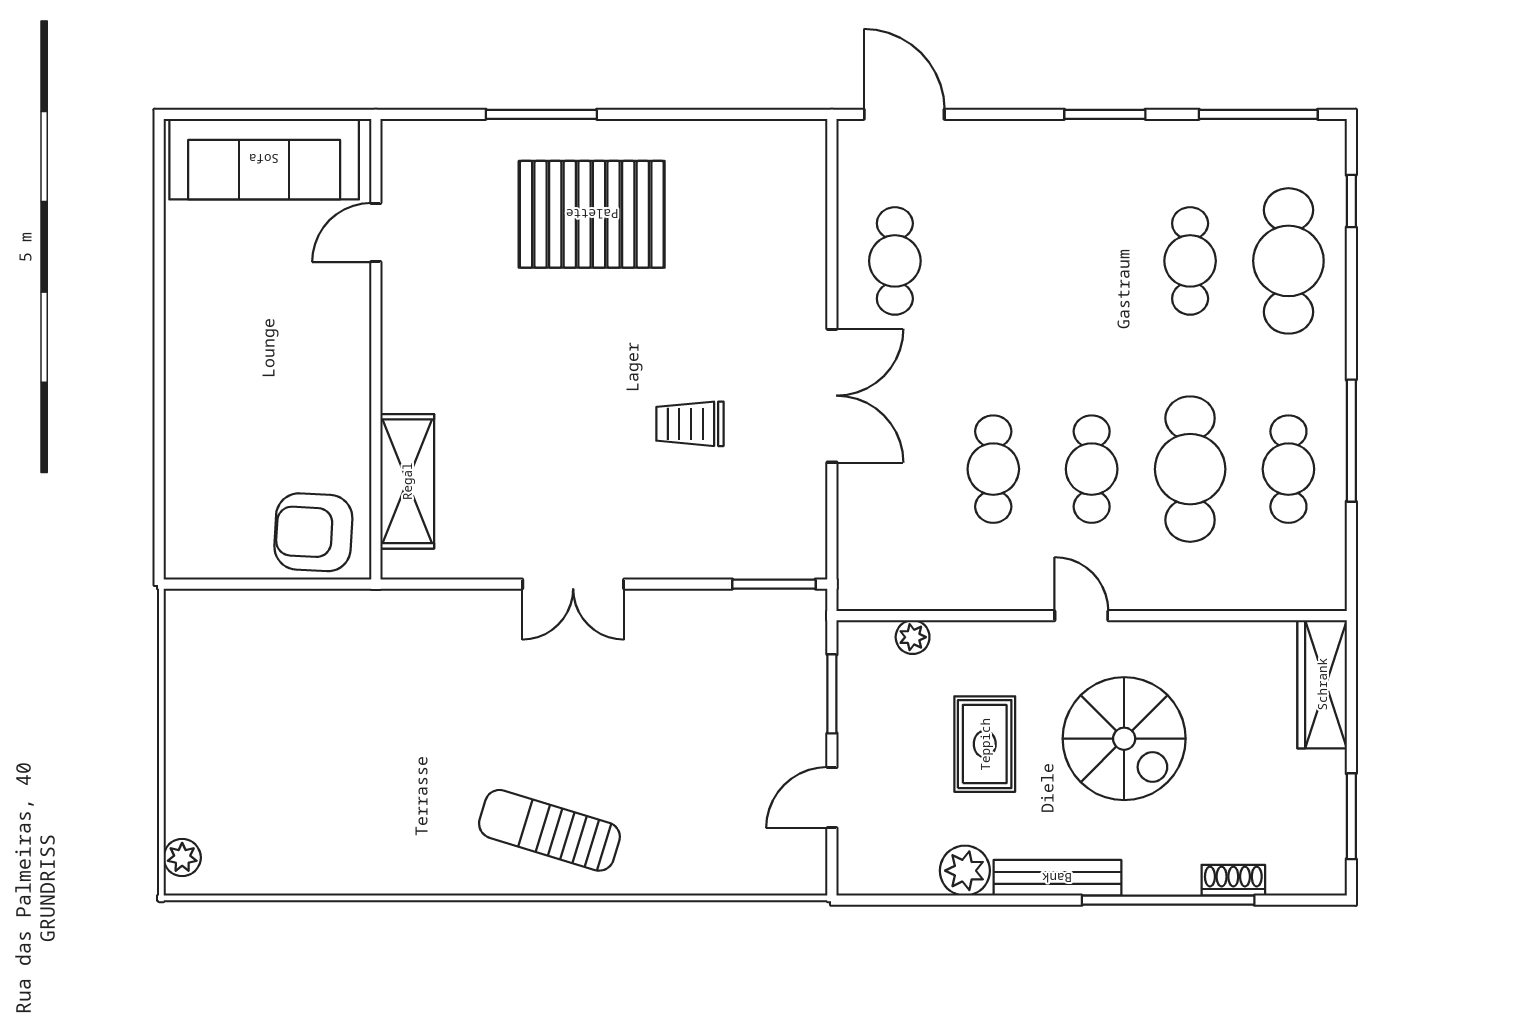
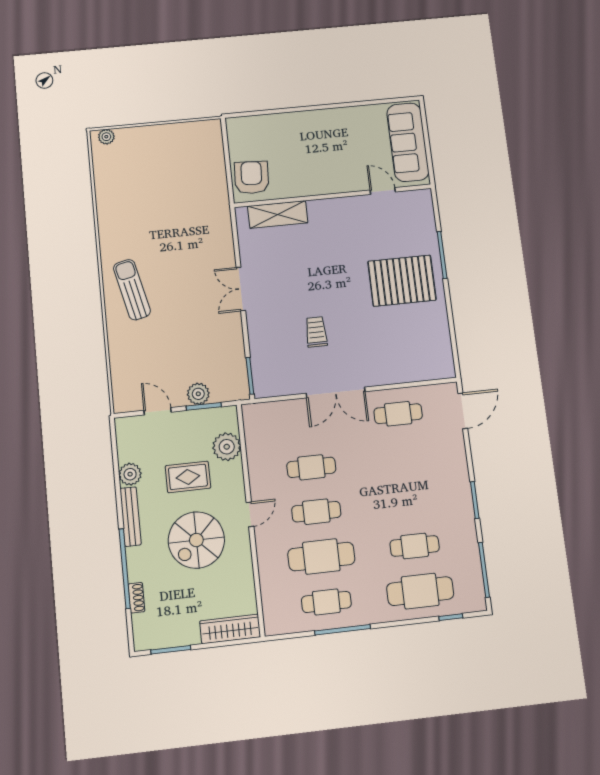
pallet: (592, 214) -> (402, 281), turned 90
plant: (913, 637) -> (227, 447), width x1.88, depth x1.88
plant: (802, 703) -> (198, 394), added
sun lounger: (549, 830) -> (132, 290), turned -30

